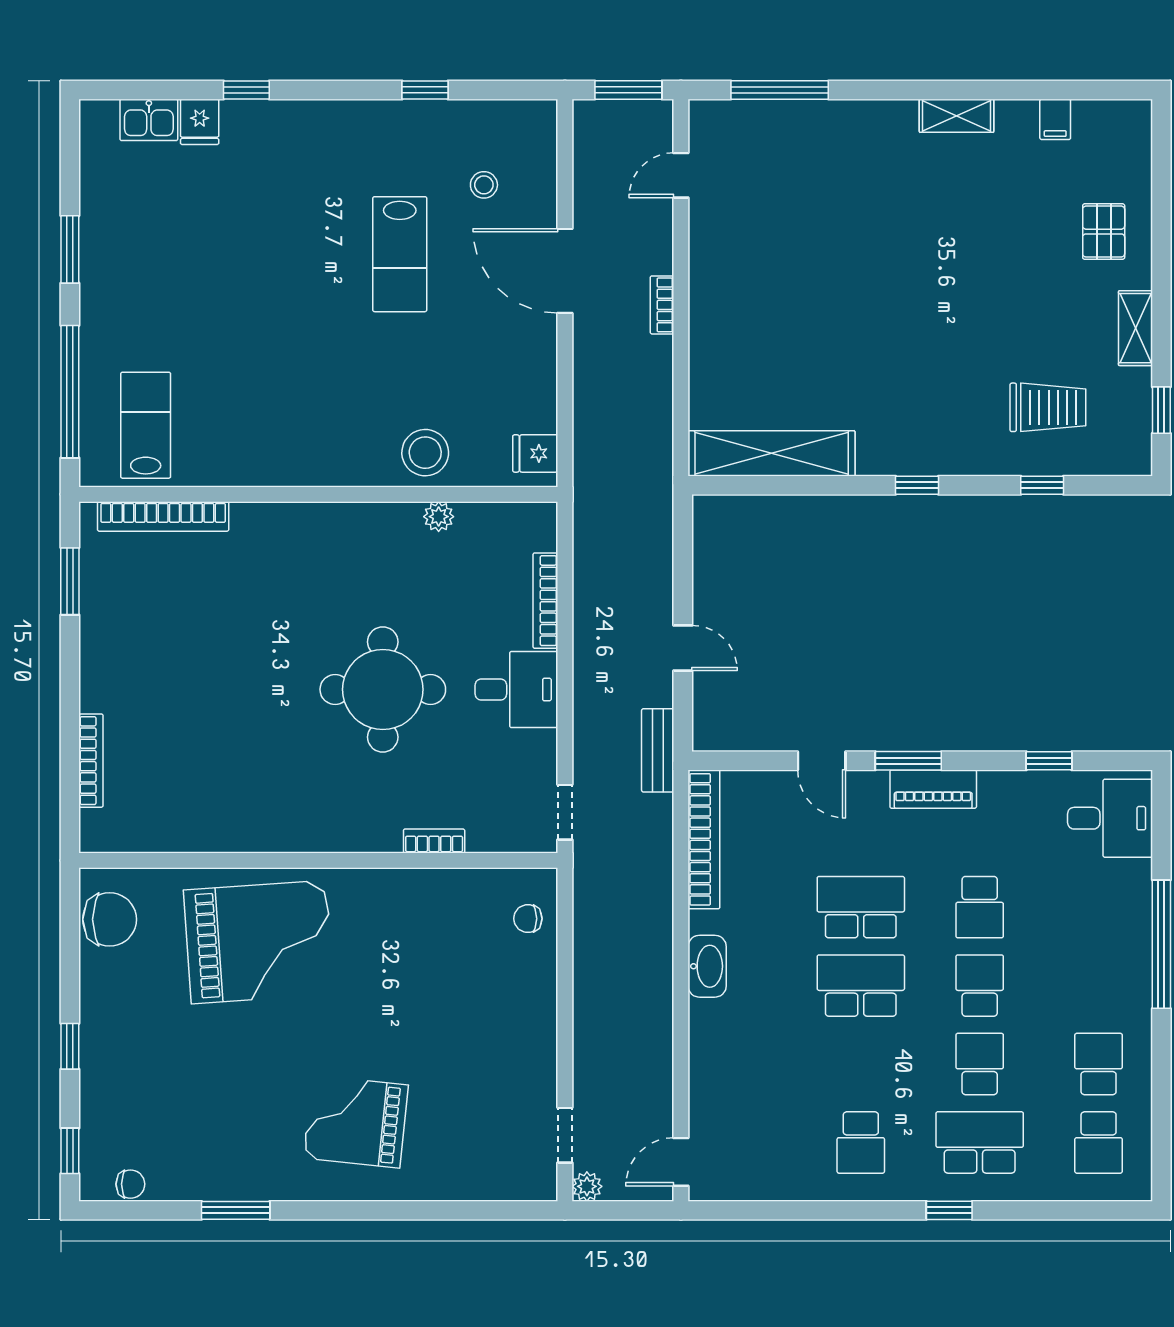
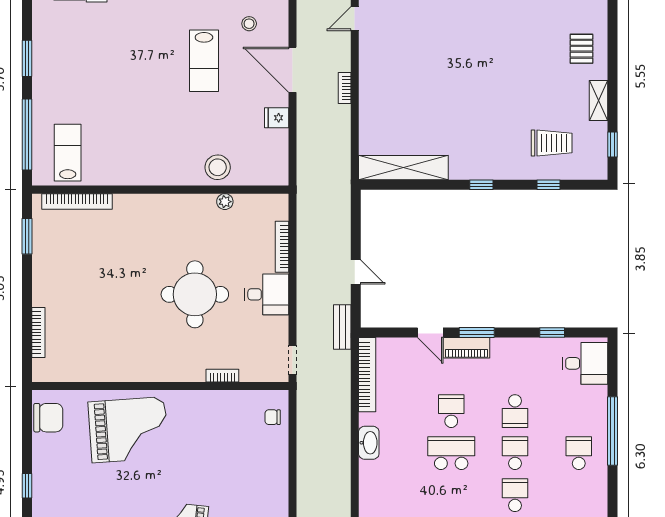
fridge: (535, 453) -> (277, 118), moved
piano: (933, 789) -> (467, 348), moved
school desk: (861, 907) -> (451, 411), width x0.54
school desk: (1099, 1064) -> (579, 453), moved

